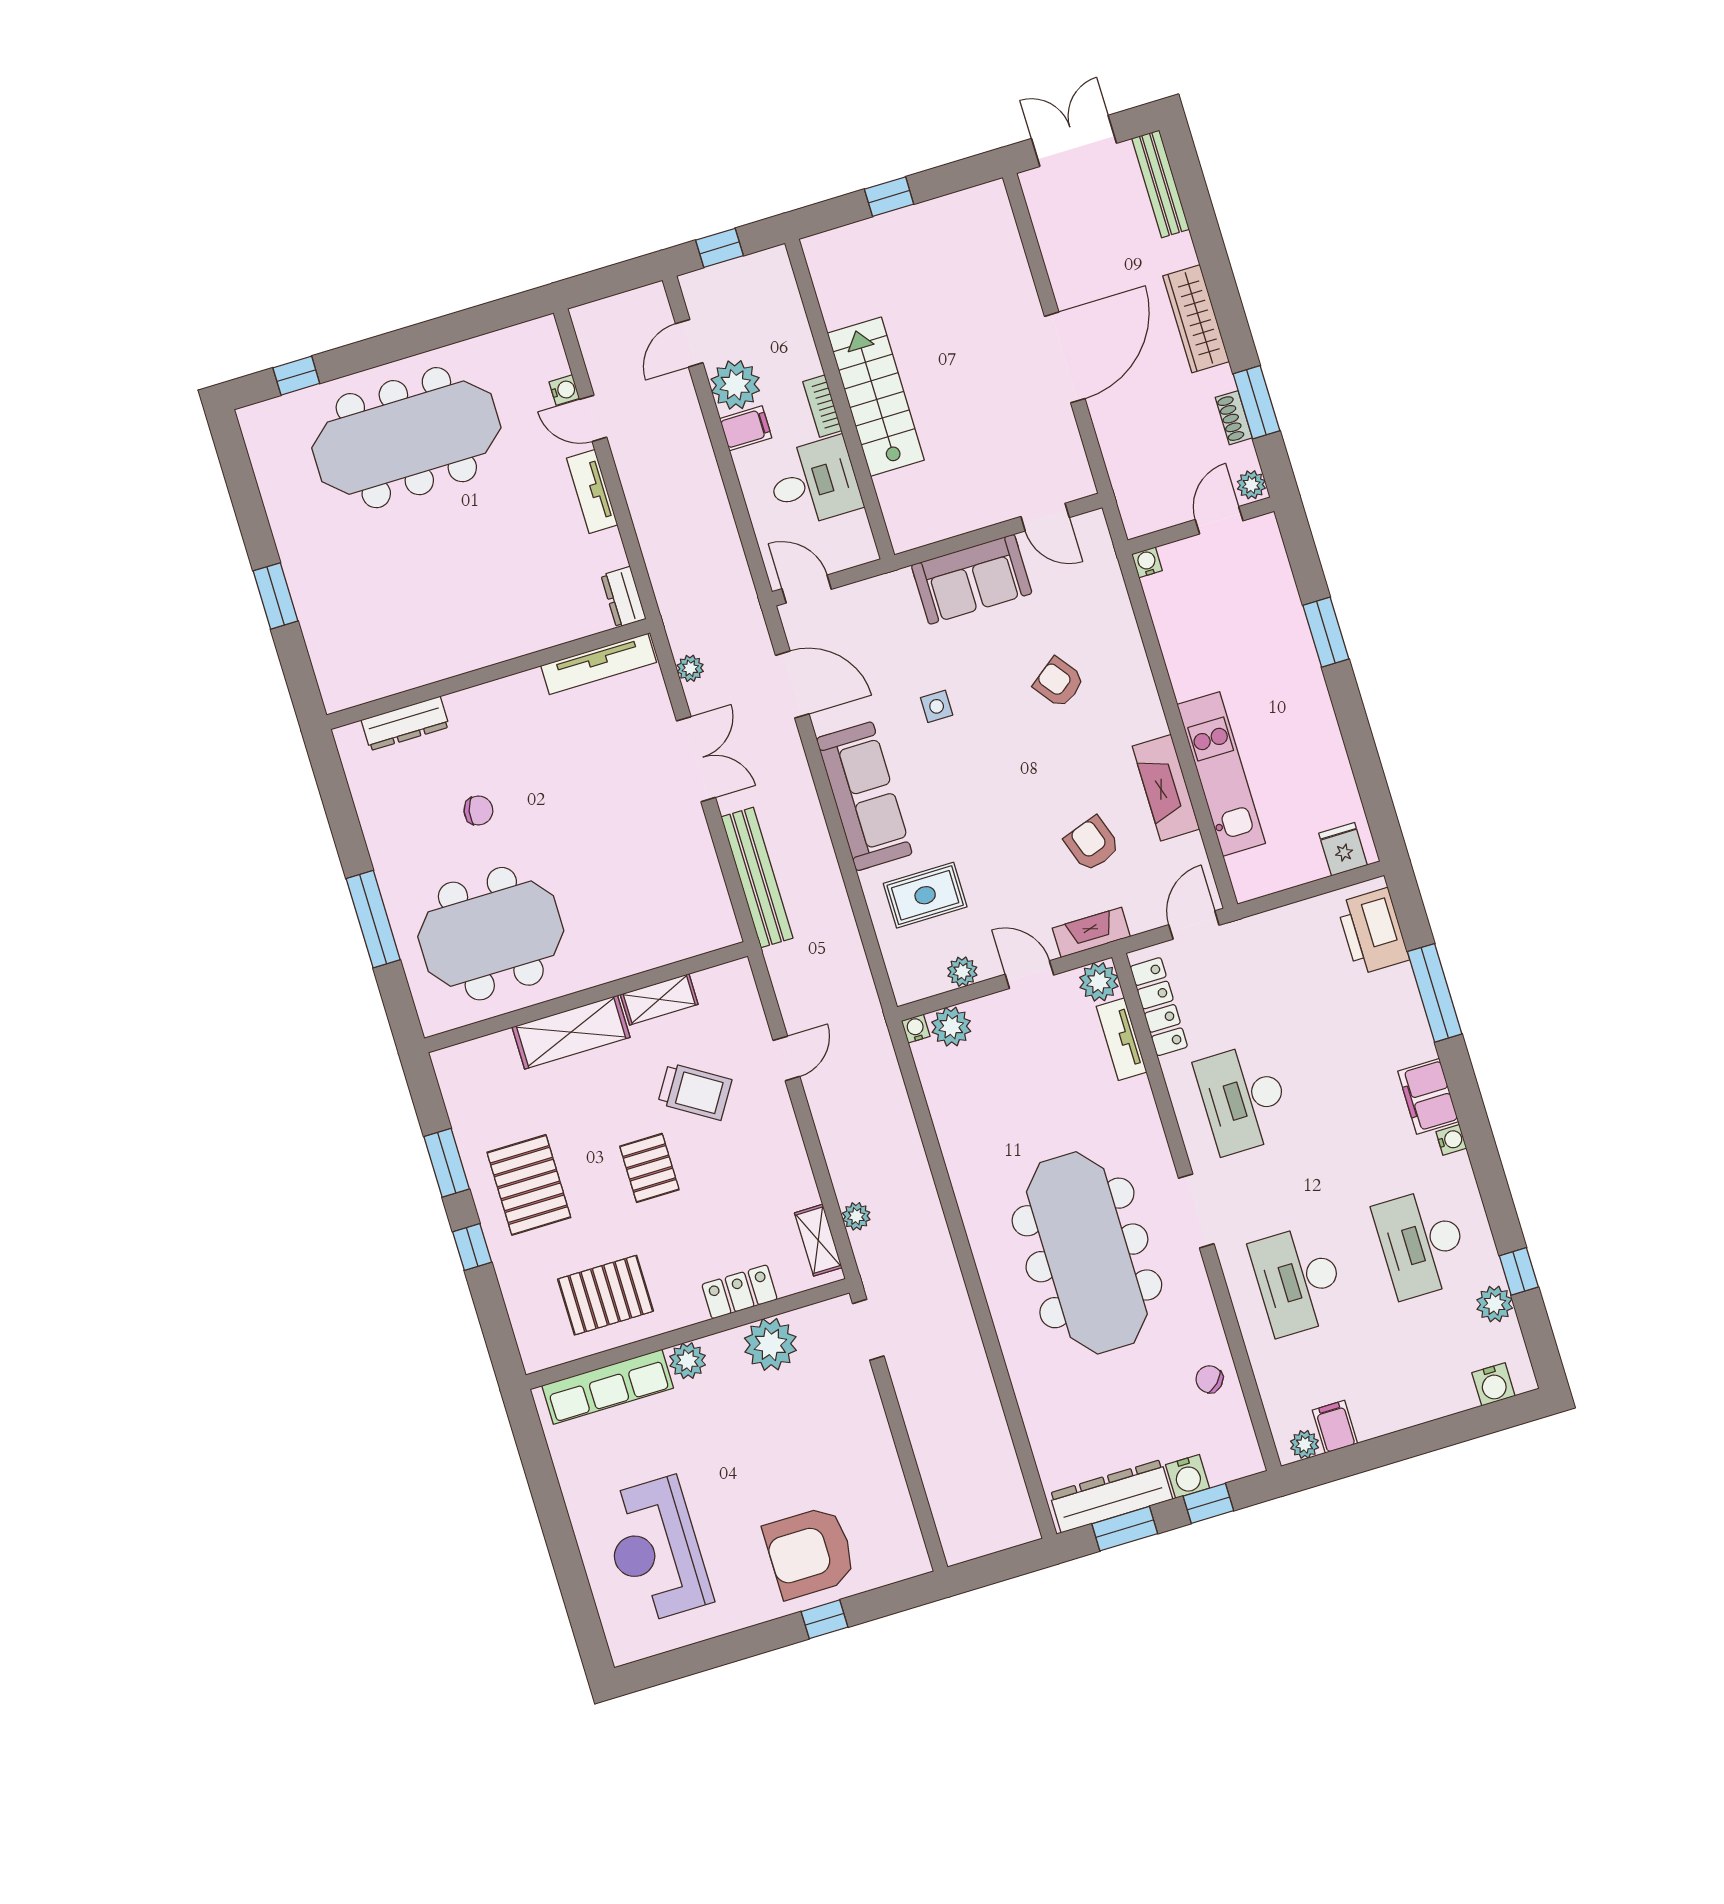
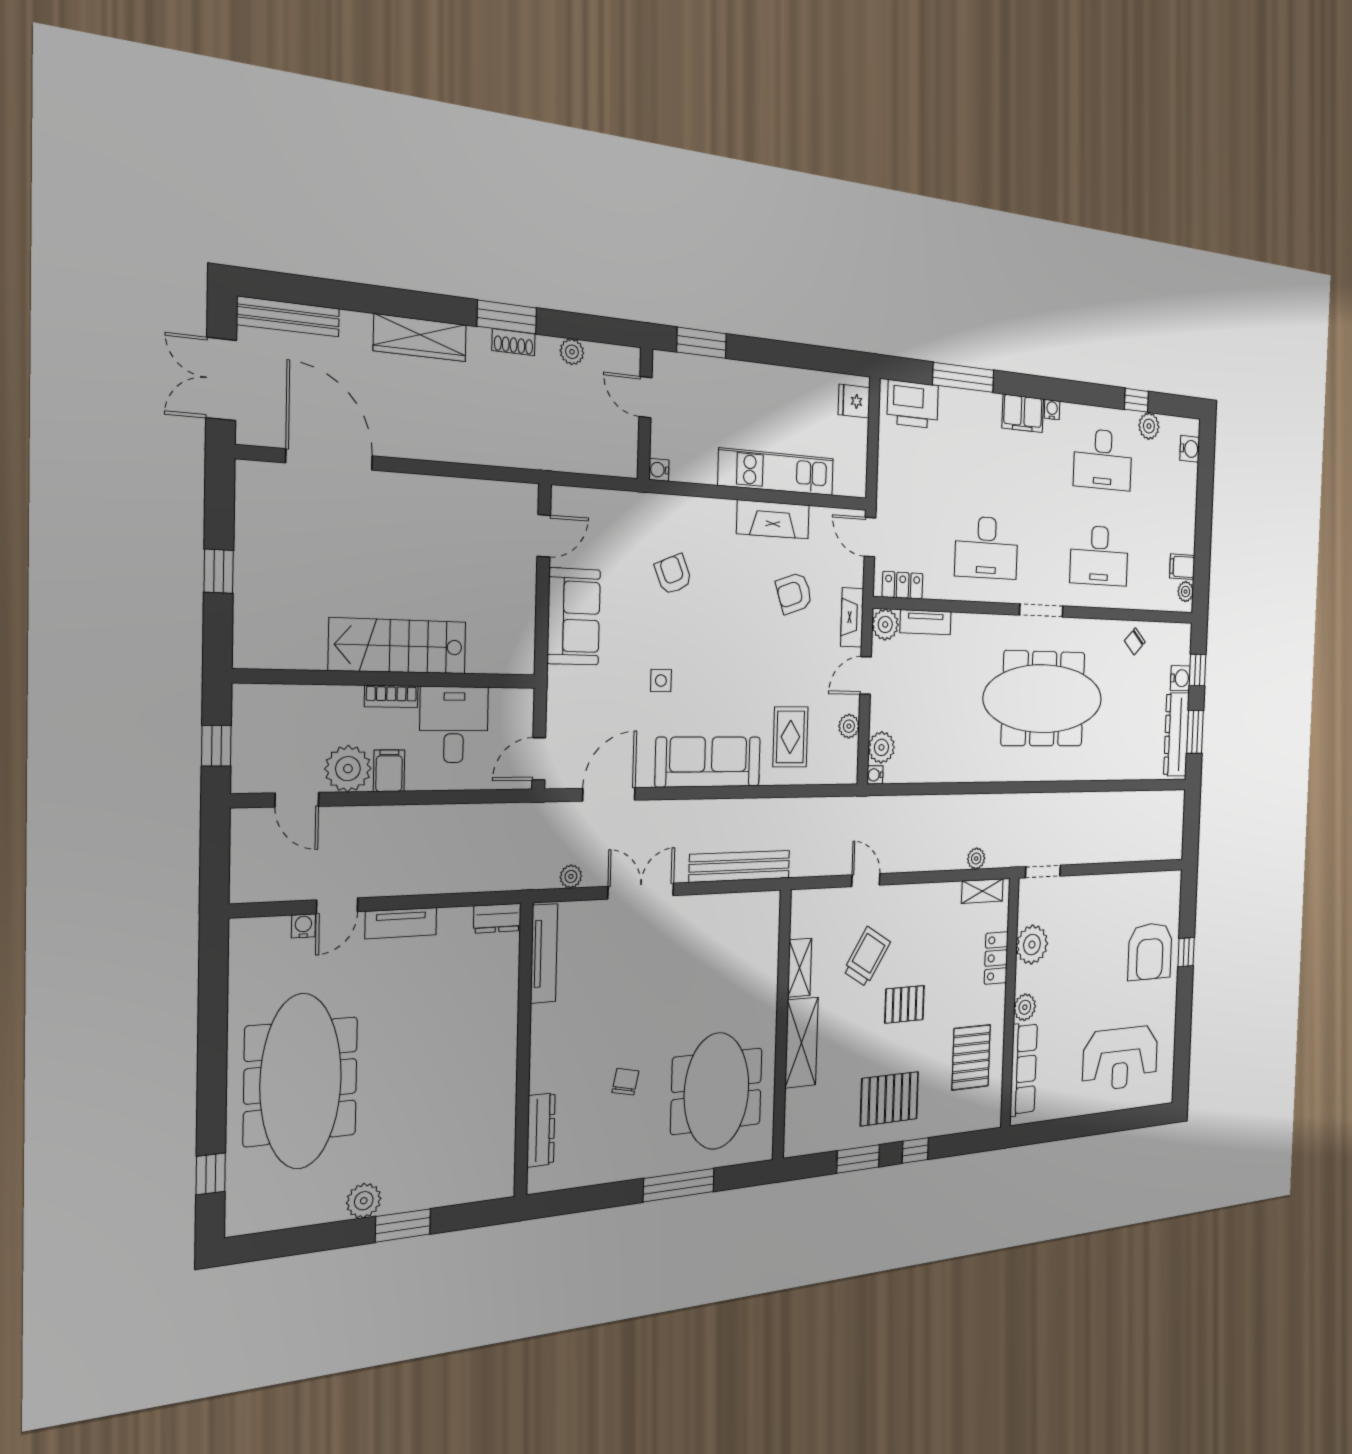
door: (1065, 357) -> (329, 459), moved
door: (1219, 520) -> (645, 397), moved
wall: (1201, 526) -> (645, 414), moved
plant: (295, 544) -> (364, 1201), added
water cooler: (1147, 562) -> (659, 470), moved
armchair: (1059, 682) -> (673, 574), turned 104
locker: (1159, 1007) -> (903, 585), width x0.66

